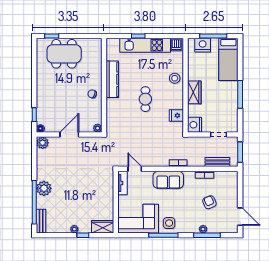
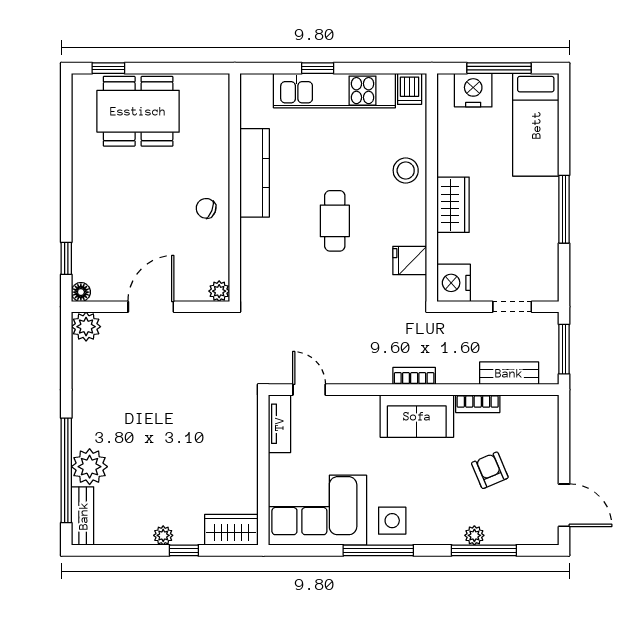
sofa: (168, 180) -> (417, 416), moved
plant: (44, 188) -> (90, 467), moved

